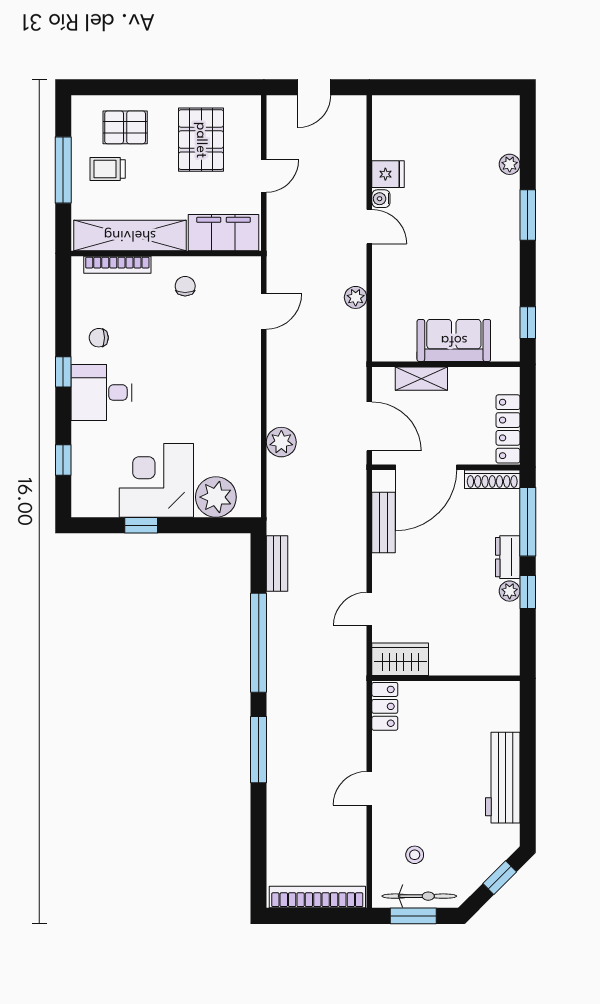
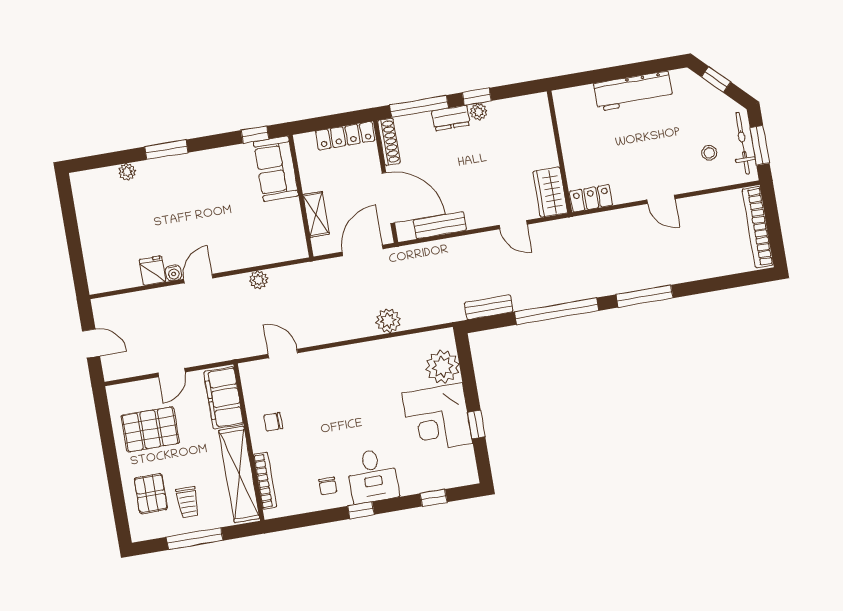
door: (264, 176) -> (171, 373), swing flipped
sofa: (454, 340) -> (276, 169), moved

